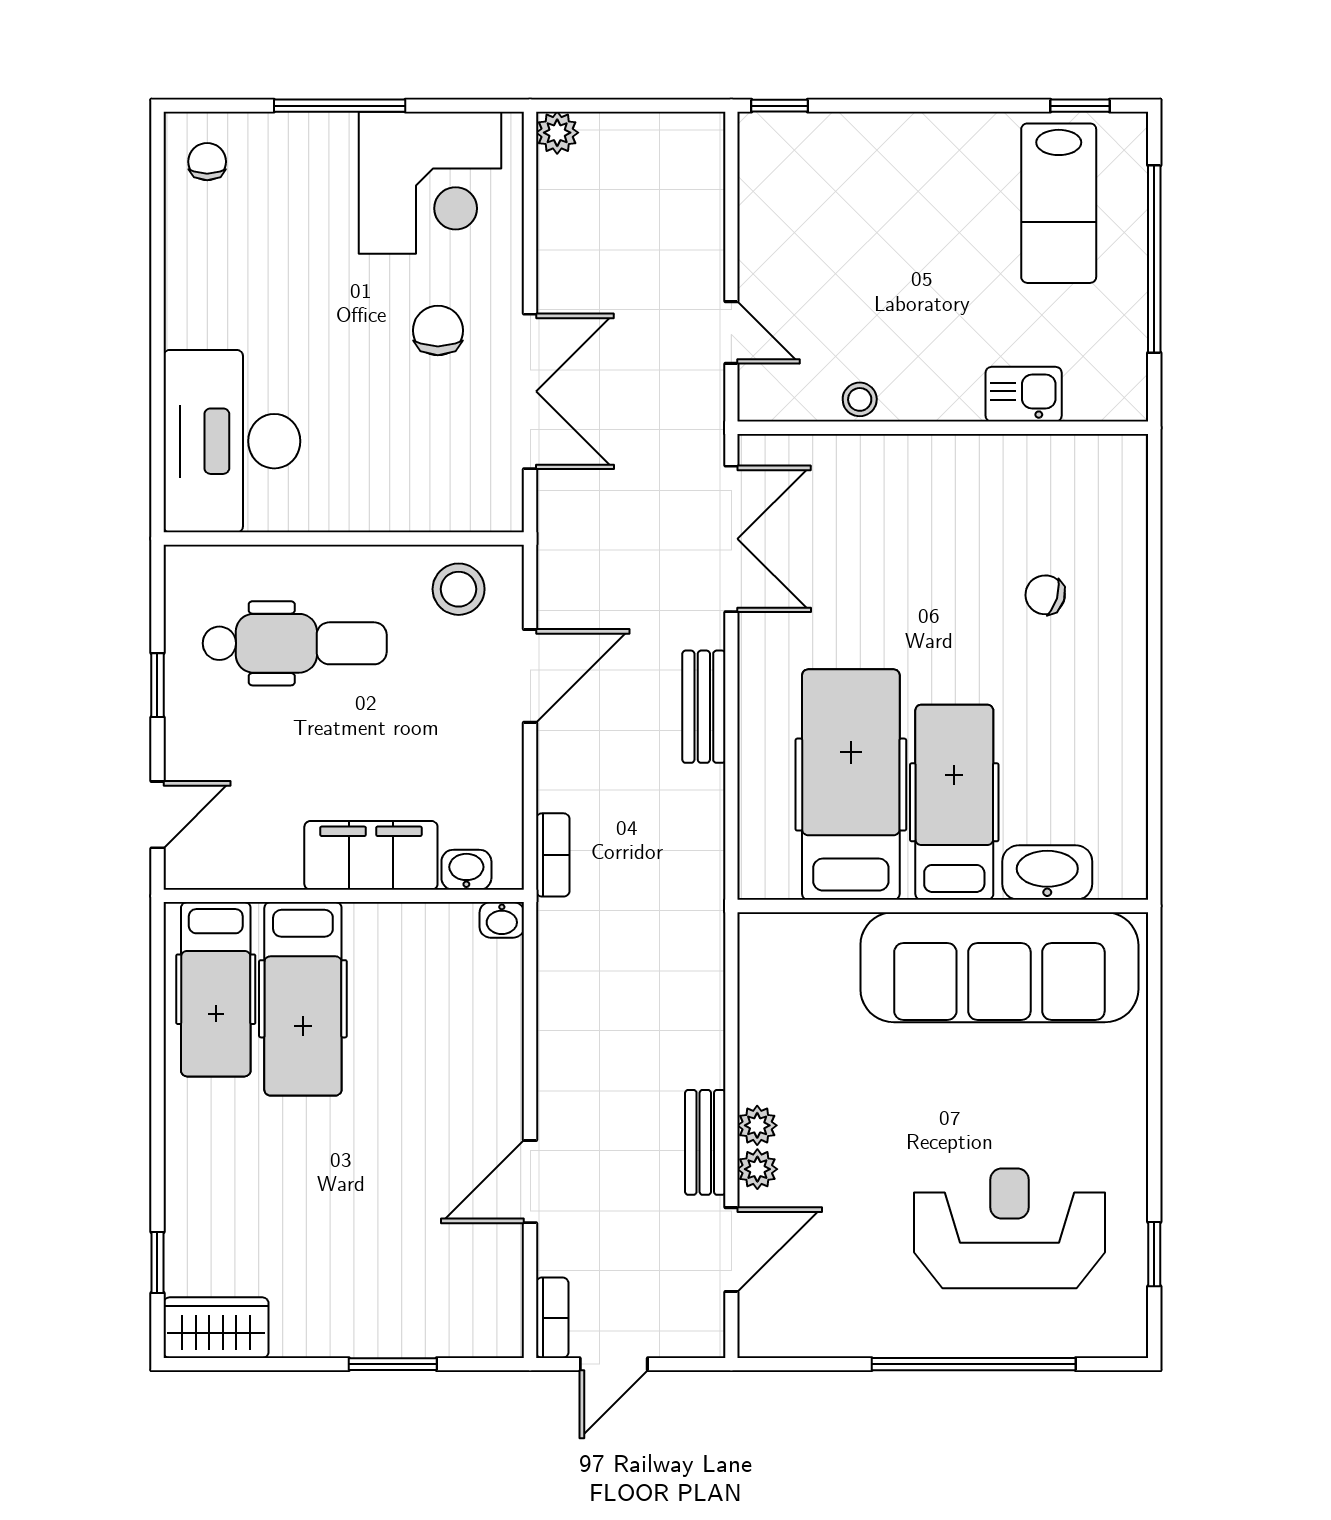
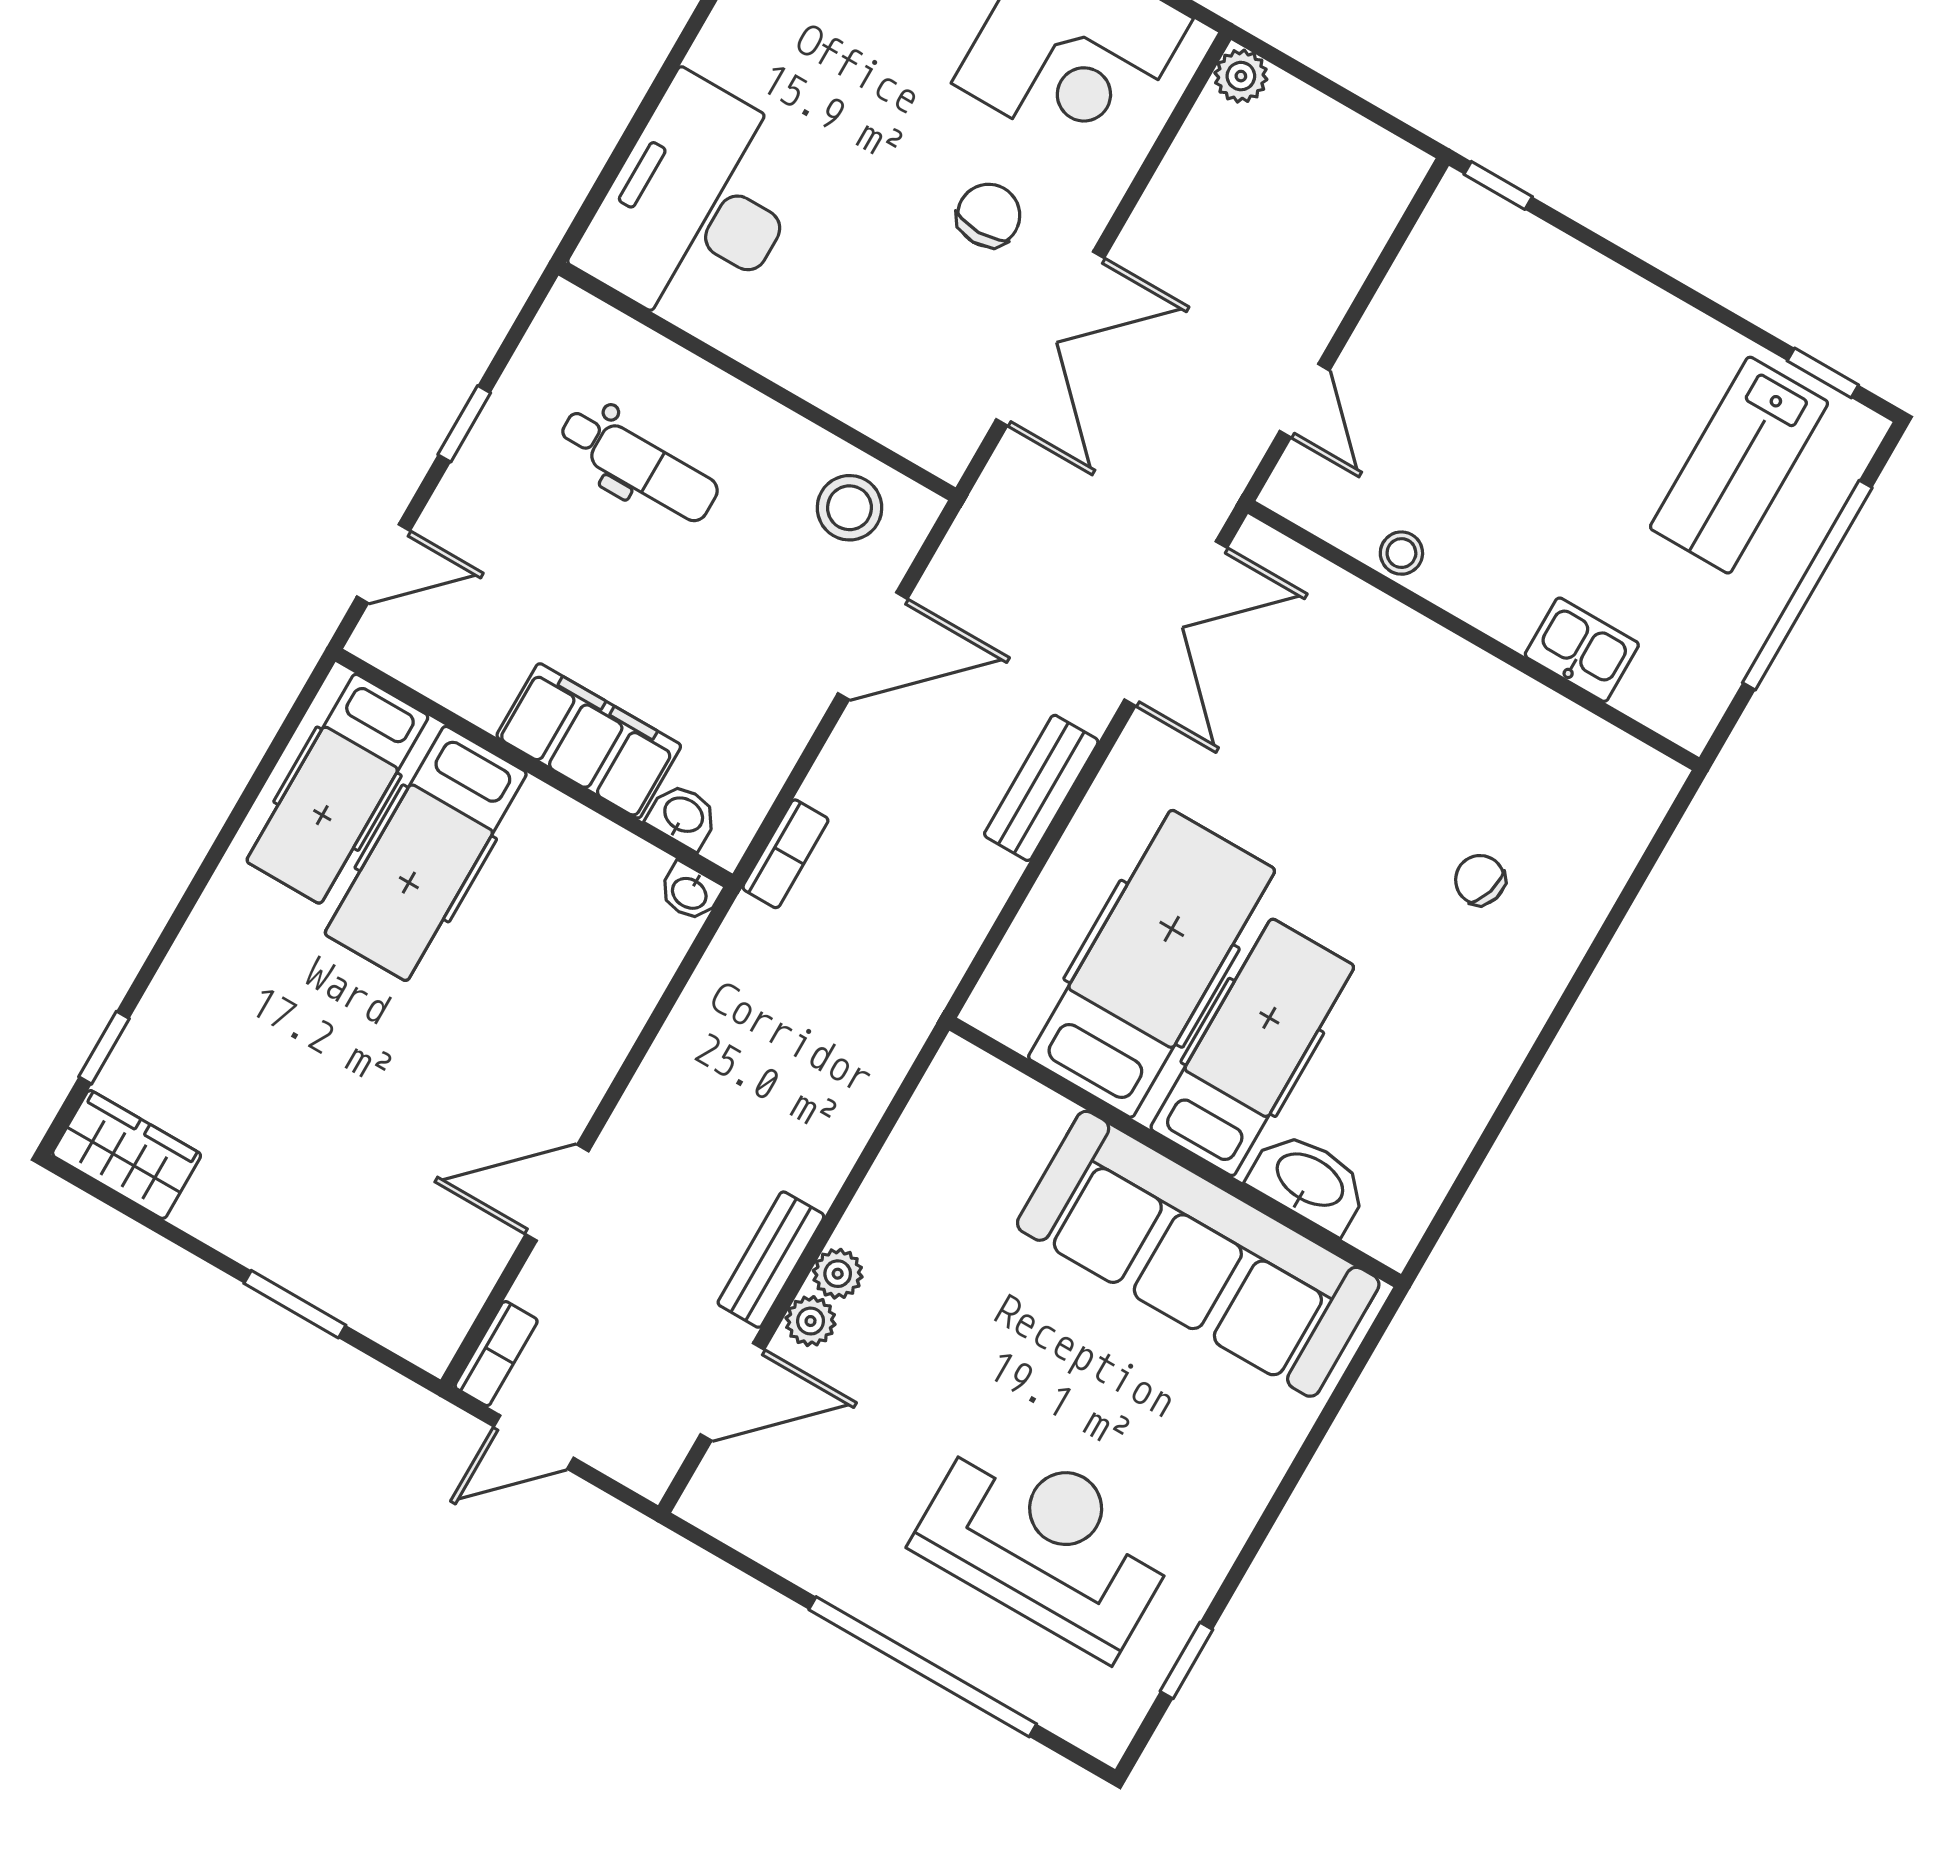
dental chair: (295, 643) -> (639, 464), width x0.73, depth x0.72

